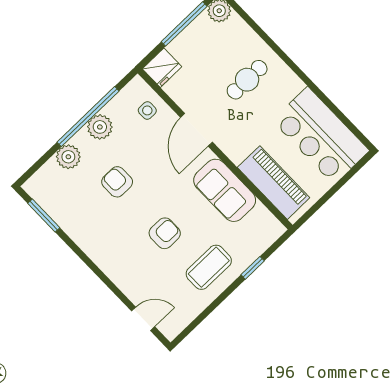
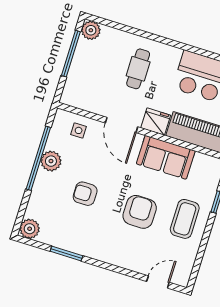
fridge: (162, 68) -> (156, 122), moved, turned -90
plant: (68, 157) -> (30, 229), moved
window: (44, 216) -> (66, 253), moved
armchair: (165, 233) -> (140, 212), width x1.38, depth x1.38

